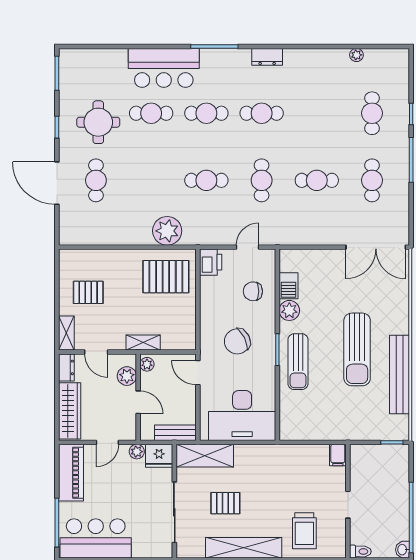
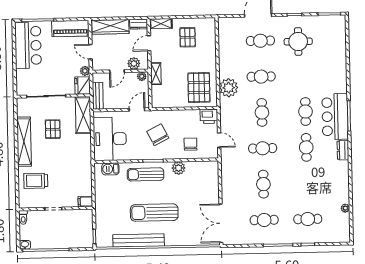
bar counter: (164, 68) -> (335, 117), moved
cafe table: (151, 113) -> (261, 77), moved, turned 90
barbecue: (288, 286) -> (110, 169), moved

